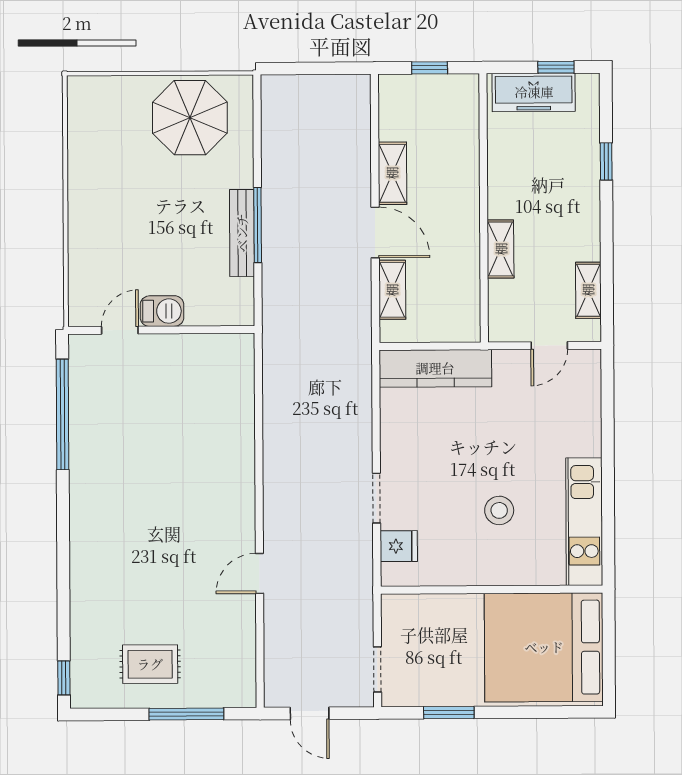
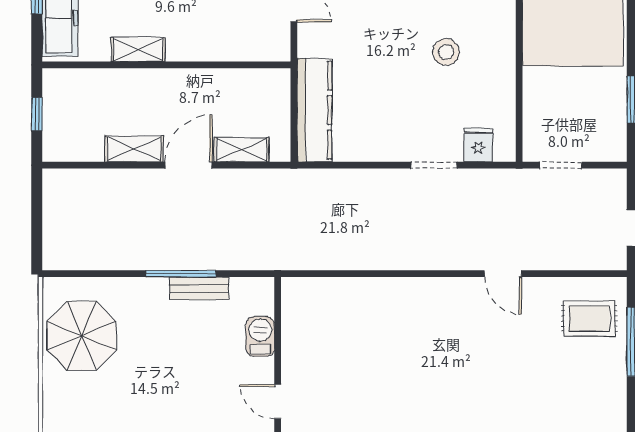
bench: (242, 233) -> (199, 288), width x0.73
shelving: (501, 249) -> (138, 50), moved
barbecue: (162, 311) -> (260, 336), moved
rug: (150, 664) -> (589, 318), moved, turned 90
doorway: (377, 669) -> (561, 165), moved

